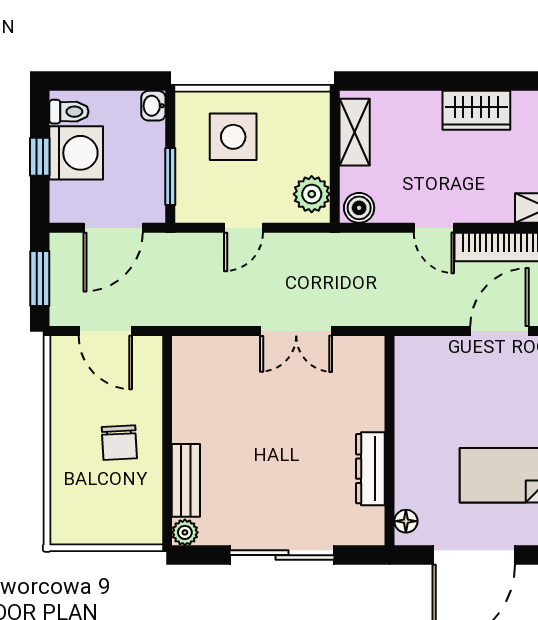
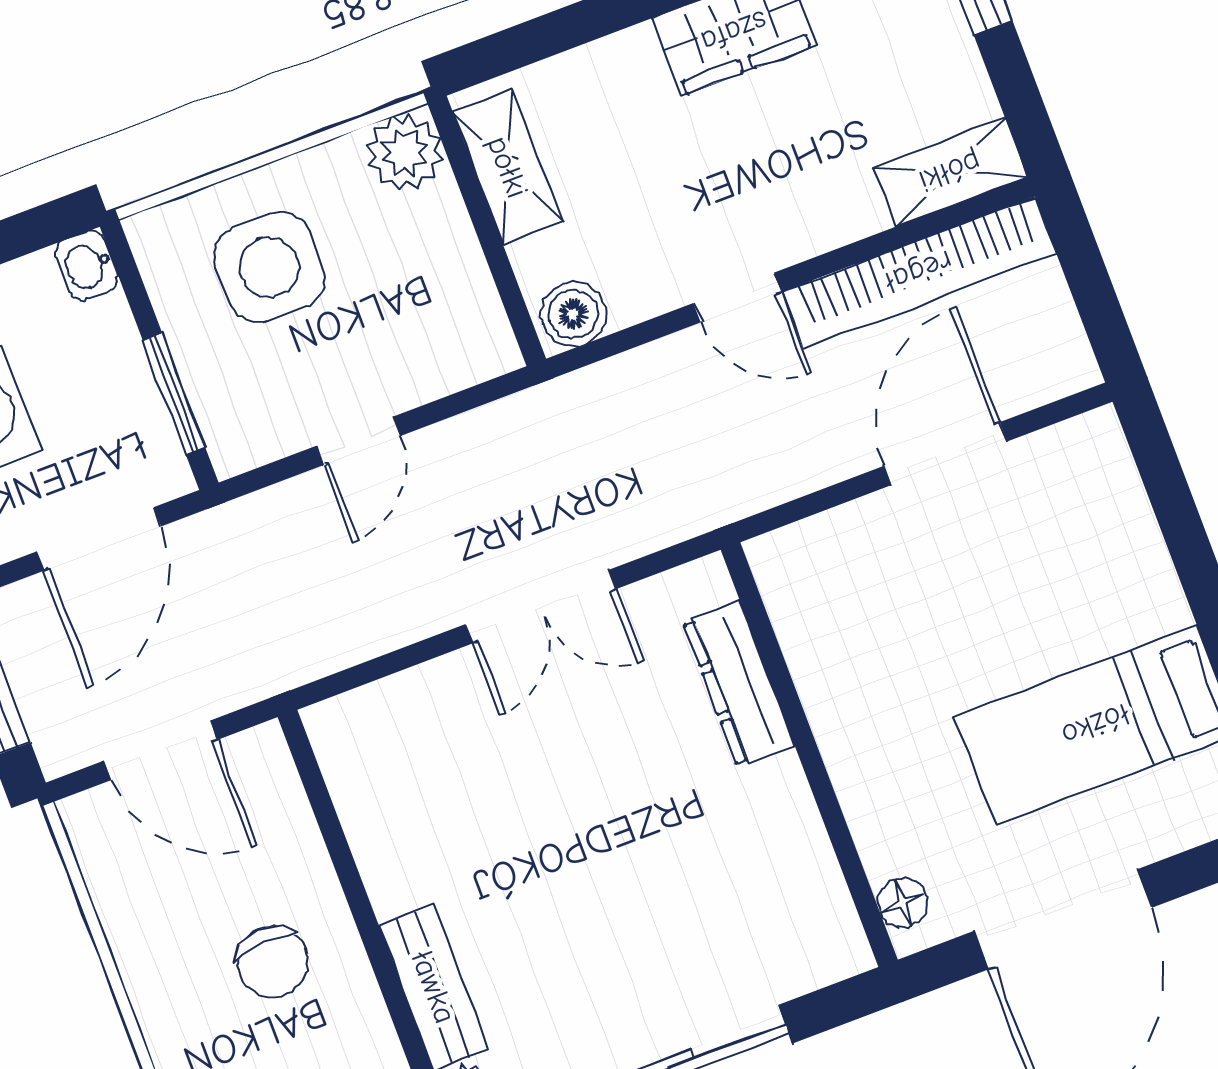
plant: (312, 194) -> (405, 153), moved
dresser: (370, 469) -> (739, 683), moved

